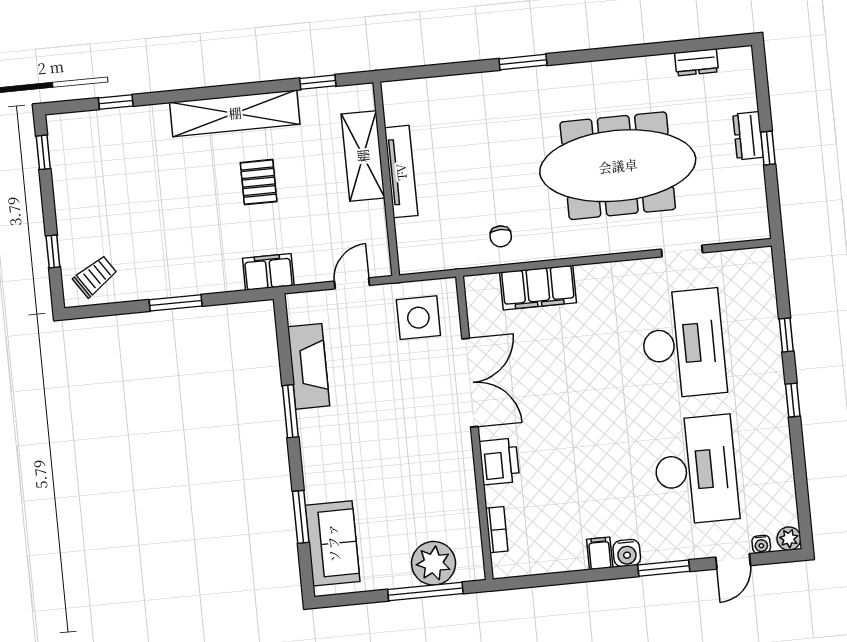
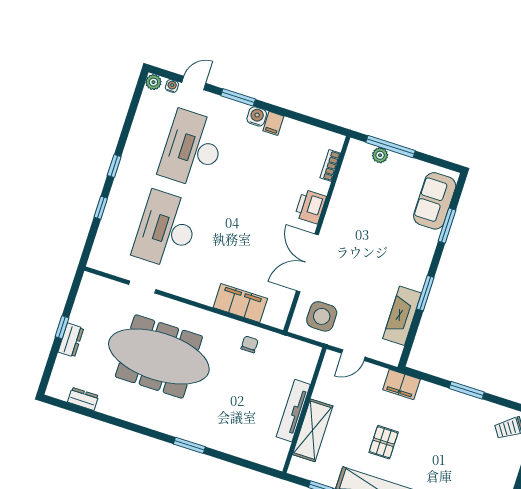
plant: (434, 563) -> (380, 155), width x0.53, depth x0.53

